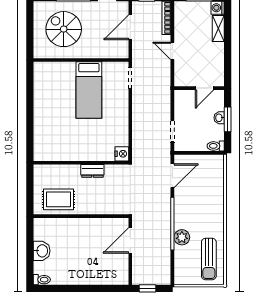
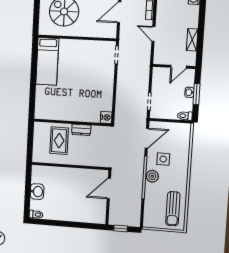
shelving: (218, 29) -> (192, 40), moved
bed: (89, 90) -> (47, 61), moved
rug: (58, 199) -> (59, 141), moved, turned 90
side table: (194, 200) -> (163, 159), added
plant: (182, 237) -> (152, 176), moved

